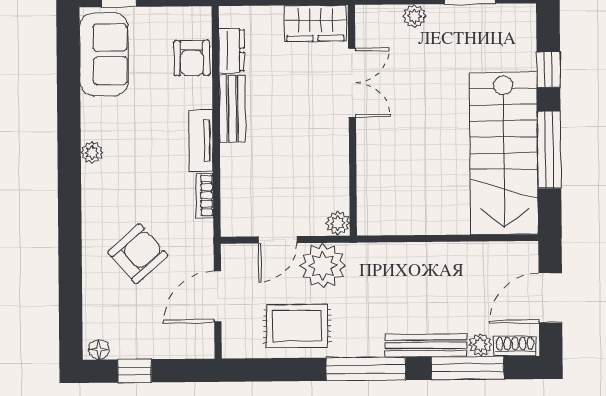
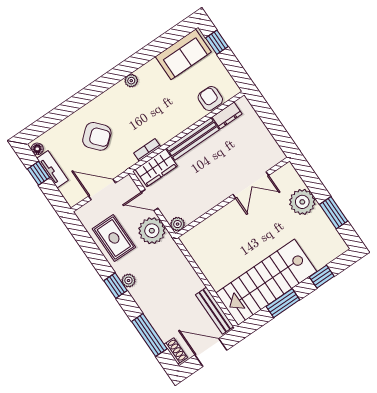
plant: (414, 16) -> (302, 202), width x1.87, depth x1.87
wardrobe: (315, 23) -> (156, 168), moved, turned -90
armchair: (192, 58) -> (210, 98), turned 90
bench: (232, 109) -> (193, 139), width x1.36
tv unit: (201, 141) -> (52, 169), moved, turned 90
window: (549, 150) -> (283, 303), width x0.69
bench: (426, 345) -> (215, 311), moved
plant: (480, 345) -> (128, 281), moved
window: (366, 369) -> (115, 286), width x0.46

